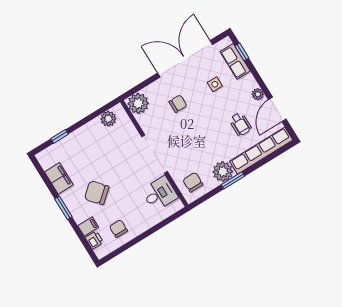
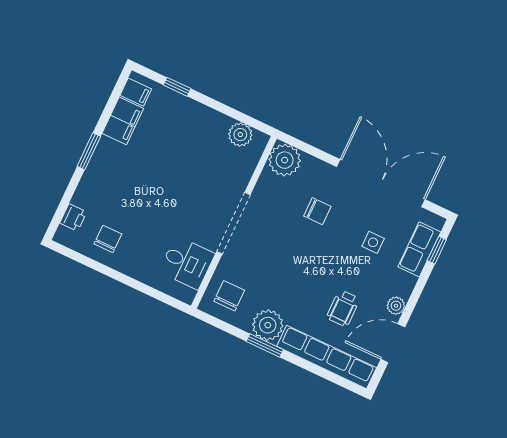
chair: (97, 193) -> (136, 181), removed
filing cabinet: (88, 227) -> (136, 92), moved

